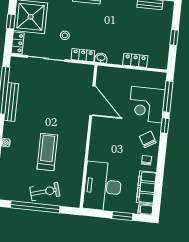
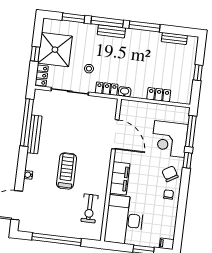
treadmill: (47, 152) -> (67, 171), moved
filing cabinet: (146, 187) -> (120, 178), moved, turned 180
exercise bike: (45, 192) -> (90, 208), moved, turned 106

